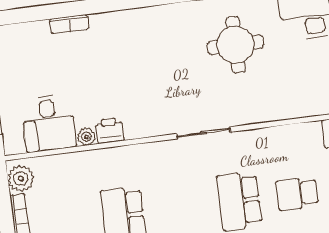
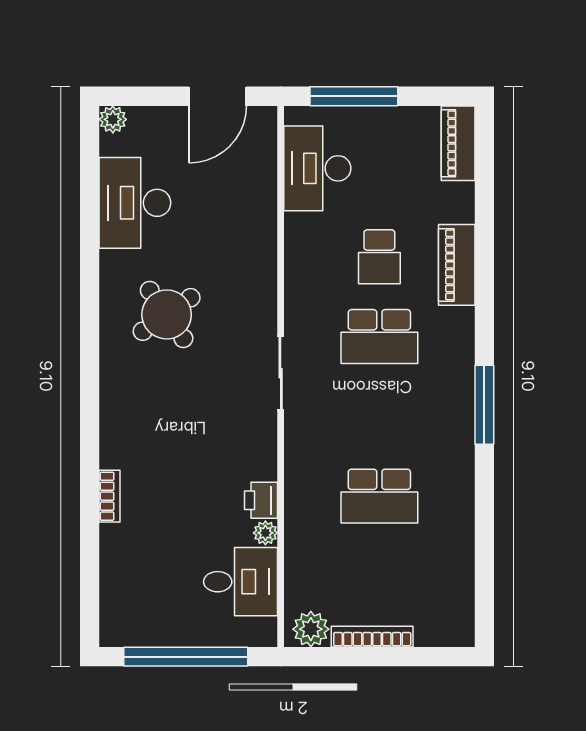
bookcase: (69, 24) -> (110, 496), moved
round table: (235, 45) -> (167, 314), turned -35

